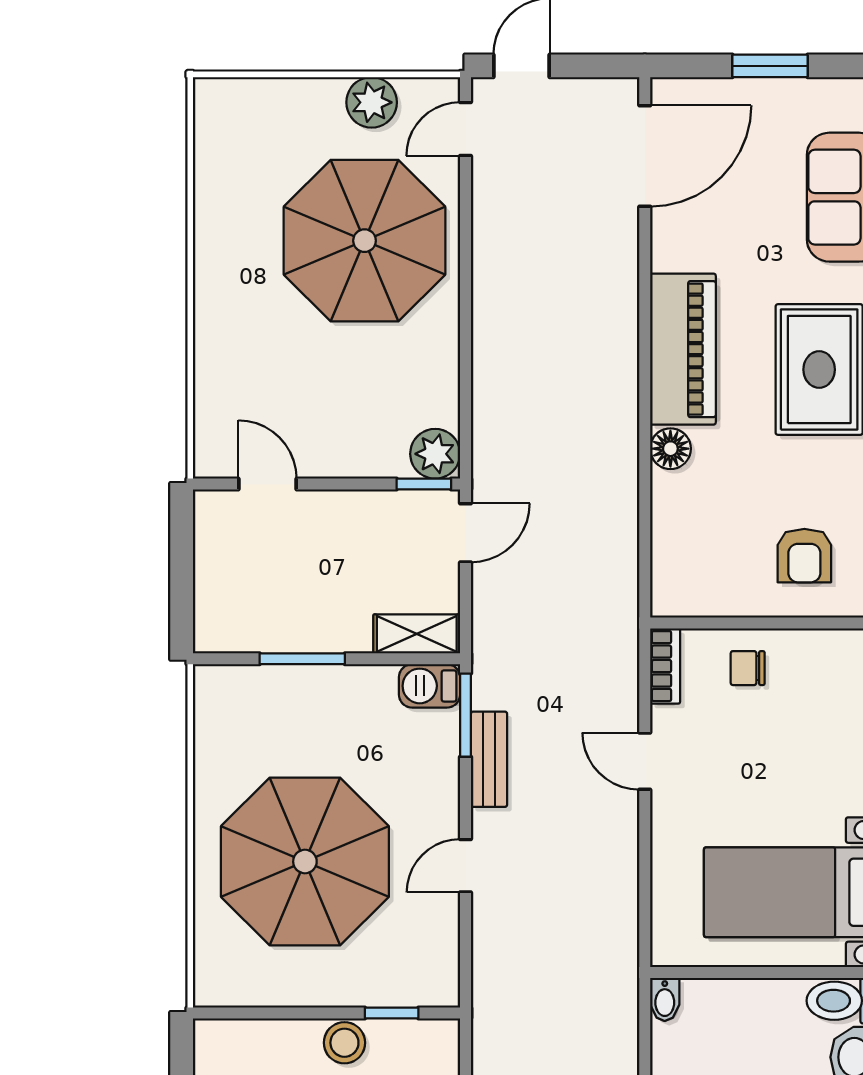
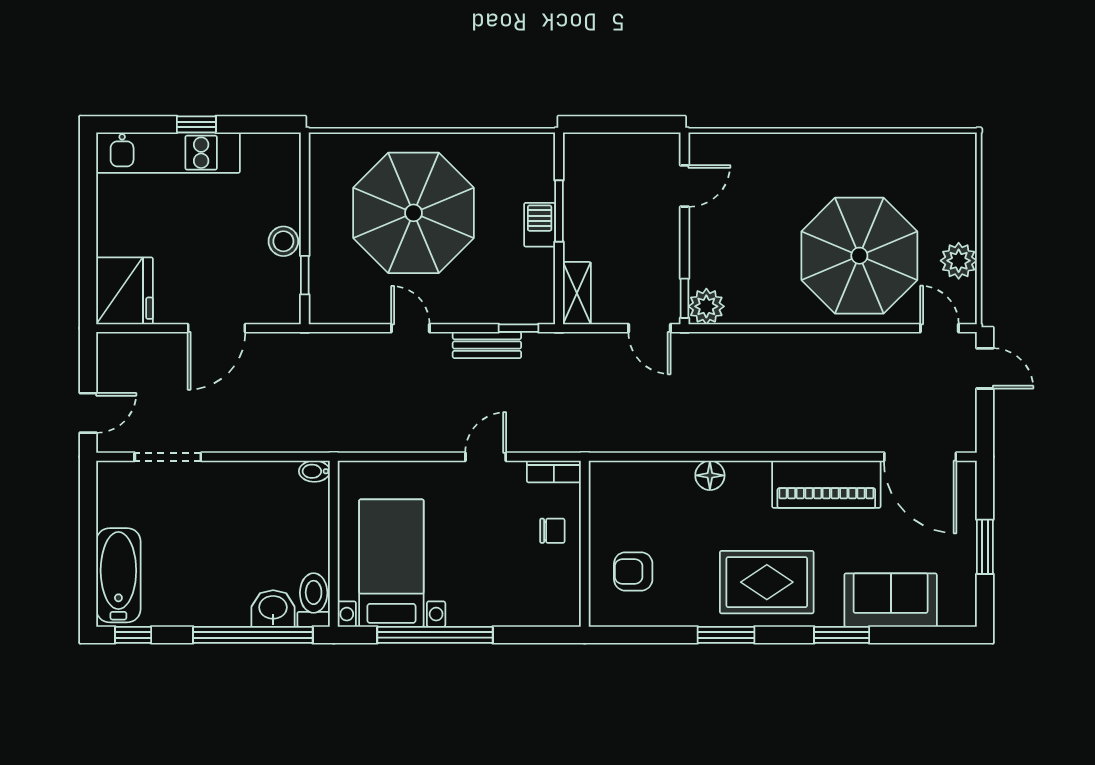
piano: (683, 349) -> (826, 484), moved
chair: (748, 668) -> (552, 531), turned 90
barbecue: (429, 686) -> (540, 225), moved
window: (465, 715) -> (519, 328), width x0.67

